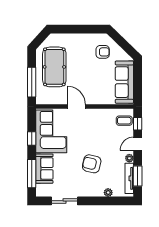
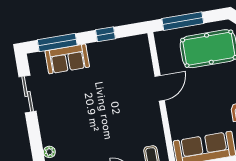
corner sofa: (51, 131) -> (120, 59), removed
armchair: (92, 164) -> (85, 123), removed

